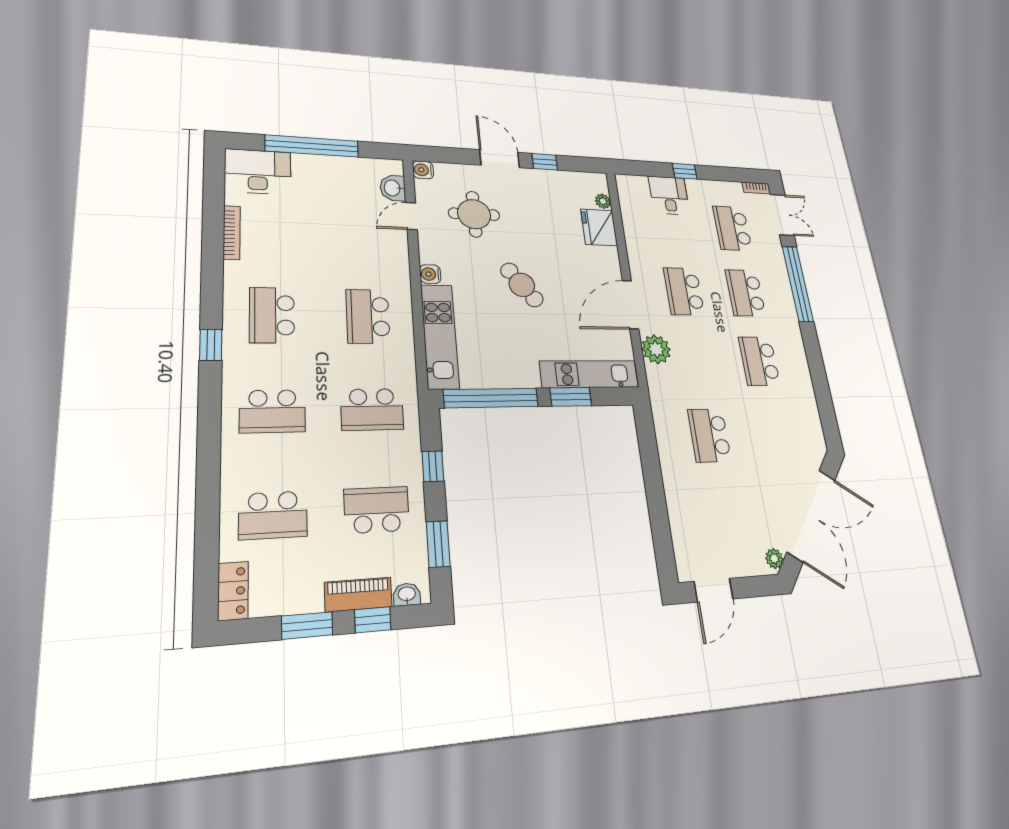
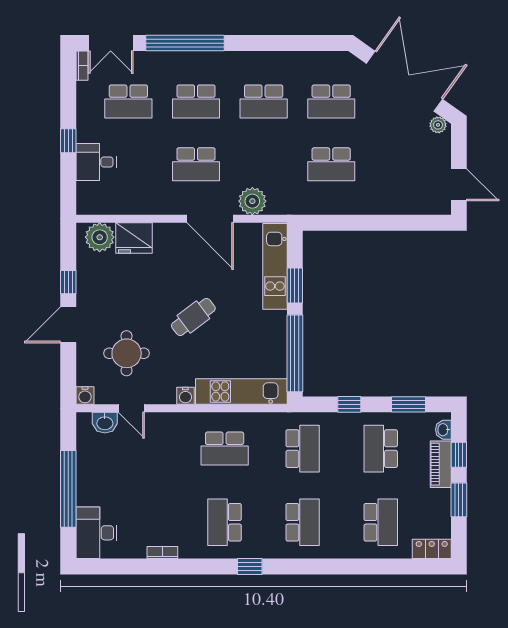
plant: (603, 201) -> (100, 237), width x1.88, depth x1.88
double door: (782, 215) -> (111, 43), swing flipped
bookcase: (232, 233) -> (162, 553), width x0.64
school desk: (272, 315) -> (225, 522), turned 90
school desk: (774, 433) -> (331, 101), added

